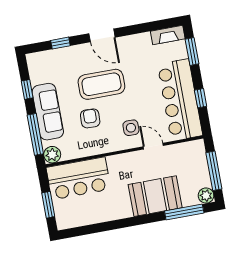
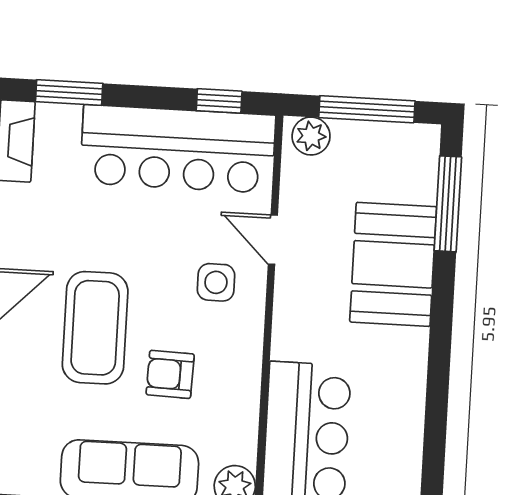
window: (201, 98) -> (219, 101), moved
door: (153, 146) -> (273, 240), hinge flipped
plant: (206, 196) -> (311, 136), moved

